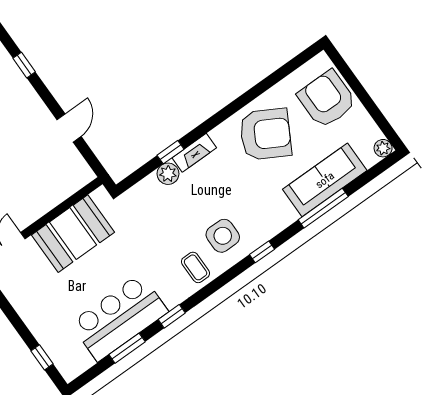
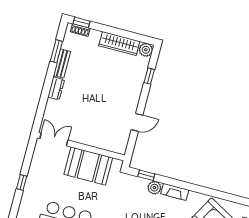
window: (170, 152) -> (146, 175), moved
window: (42, 357) -> (22, 182), moved

